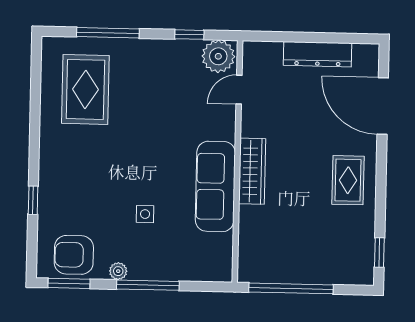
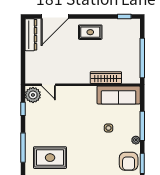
dresser: (318, 54) -> (31, 35), moved
wardrobe: (252, 171) -> (106, 78), moved
sofa: (215, 186) -> (119, 95), moved

